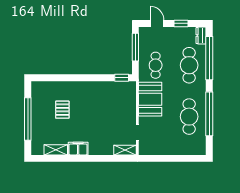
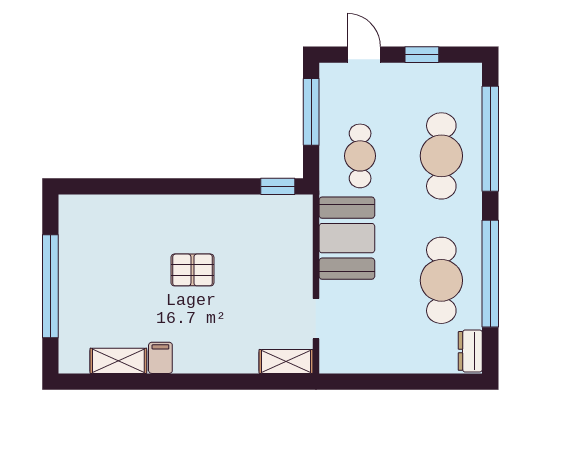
dresser: (201, 36) -> (470, 351), moved
pallet: (62, 110) -> (192, 270), moved, turned 90
filing cabinet: (78, 149) -> (160, 358), width x0.50

